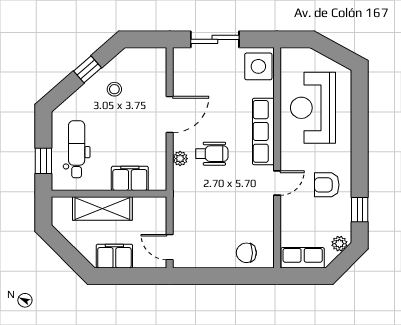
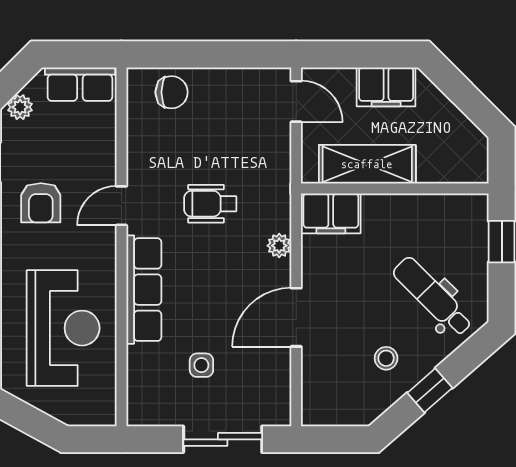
side table: (258, 66) -> (201, 365), moved, width x0.54, depth x0.54
dental chair: (77, 149) -> (433, 297), moved, turned 135
wheelchair: (212, 154) -> (210, 204), moved
filing cabinet: (130, 178) -> (331, 213), moved
armchair: (327, 185) -> (41, 203), turned 90
shelving: (102, 208) -> (367, 164), moved

